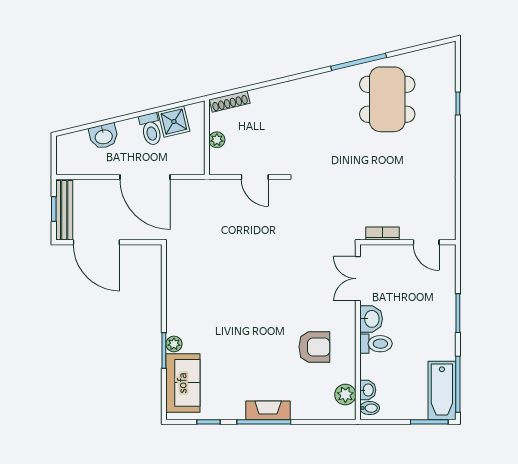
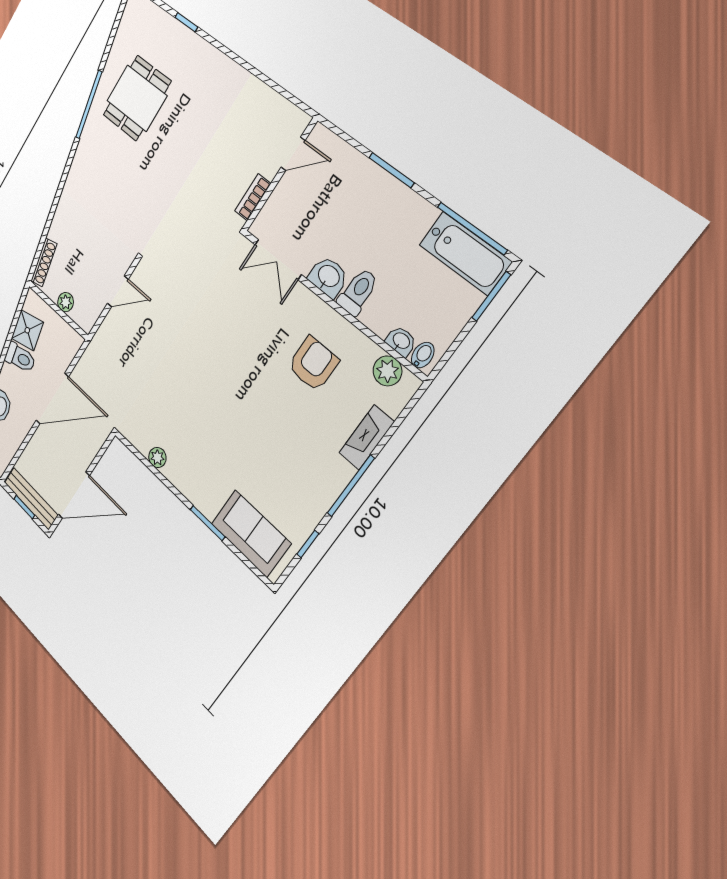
dining table: (387, 99) -> (137, 98), width x0.73
plant: (174, 344) -> (157, 457), moved
fireplace: (268, 410) -> (367, 437), moved

